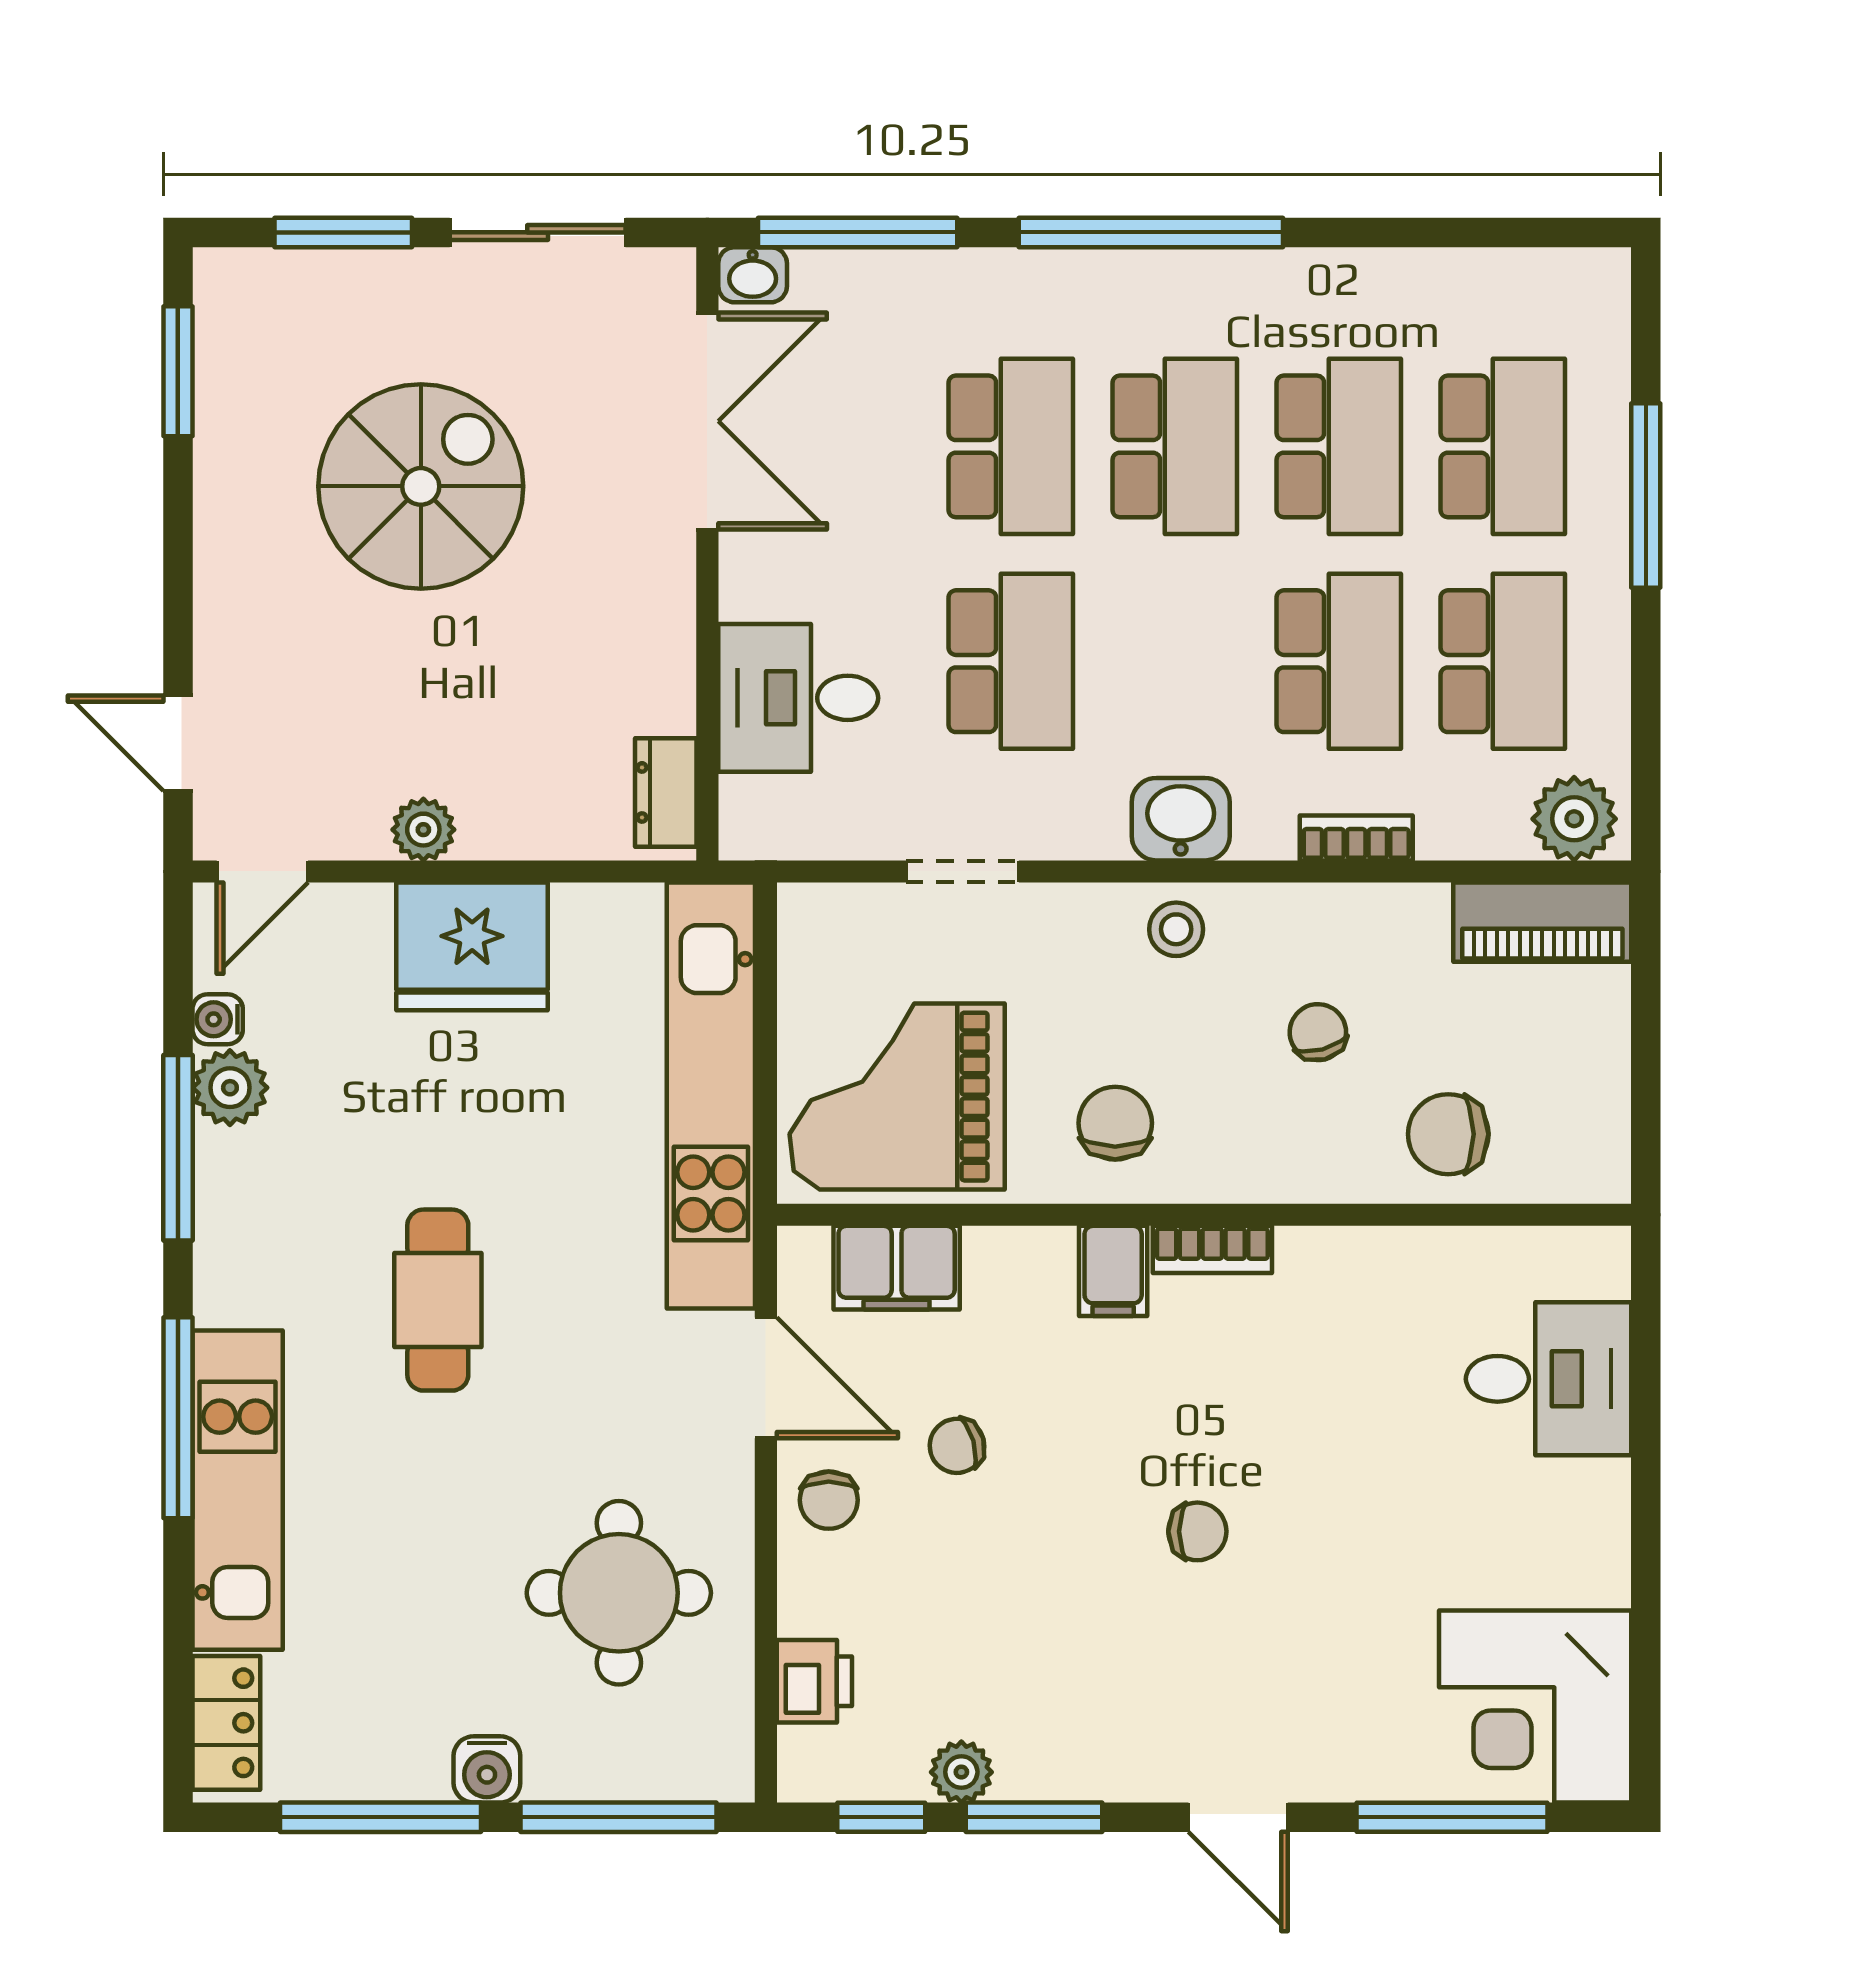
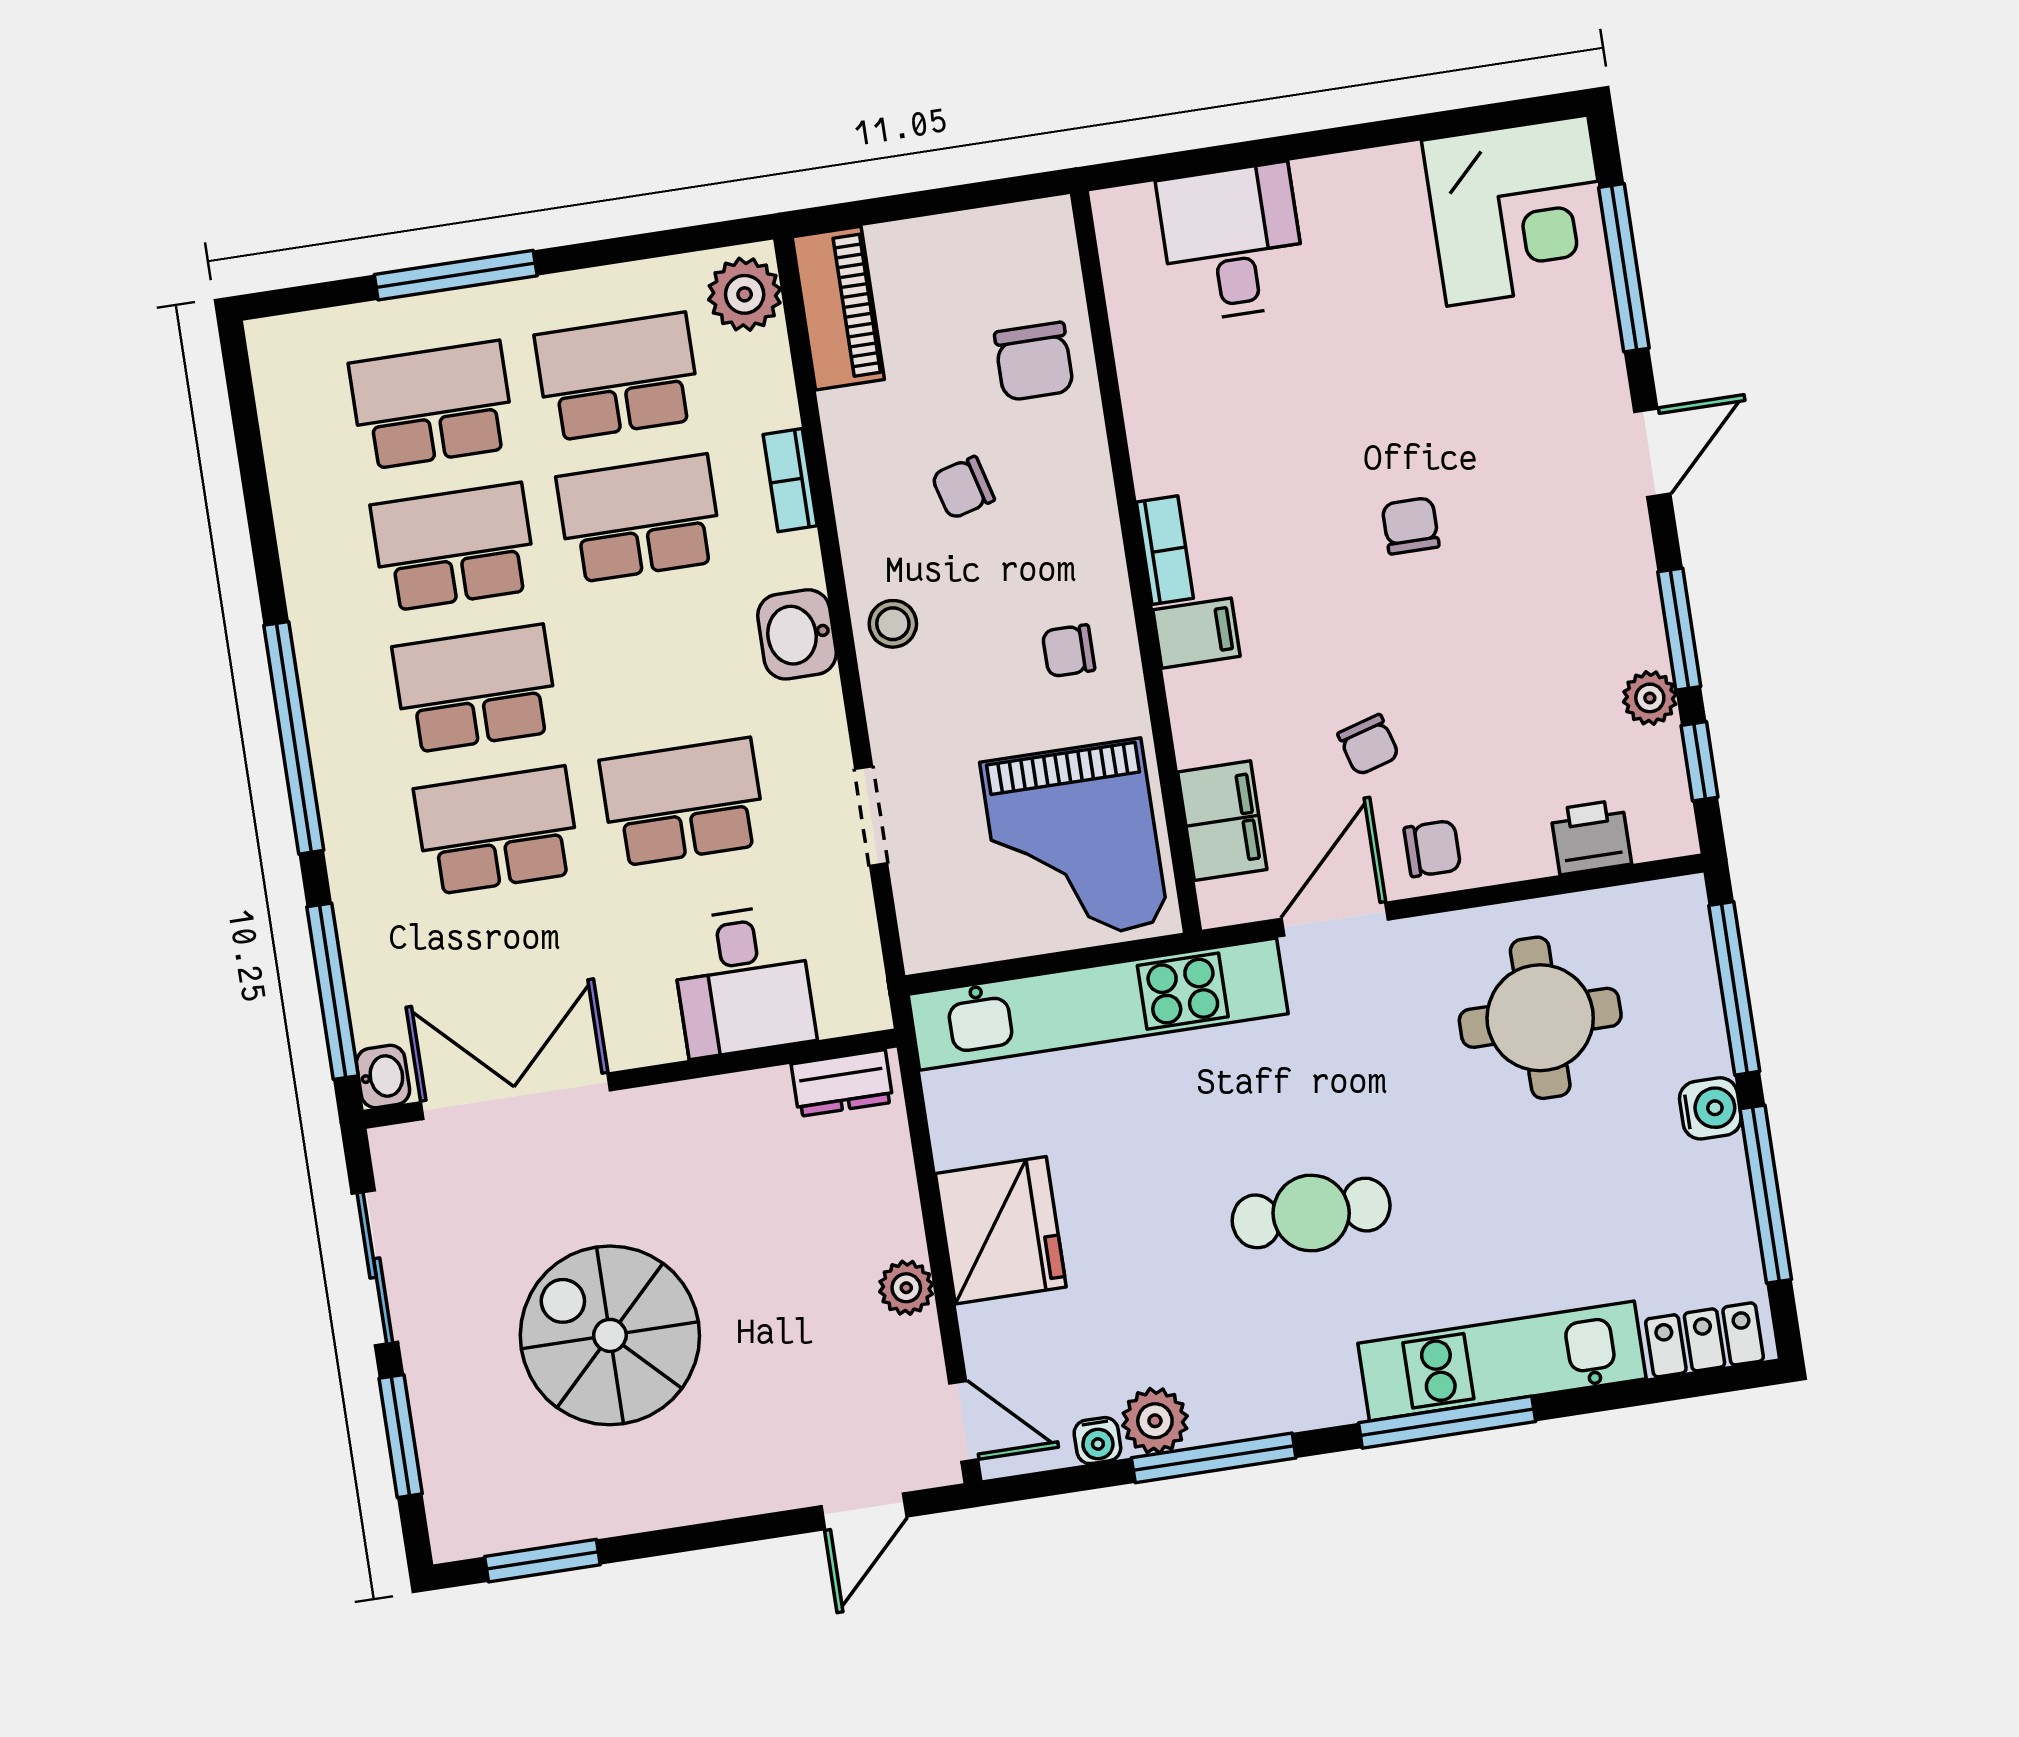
chair: (1115, 1123) -> (1069, 651), width x0.73, depth x0.73

